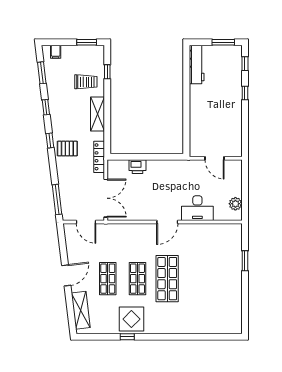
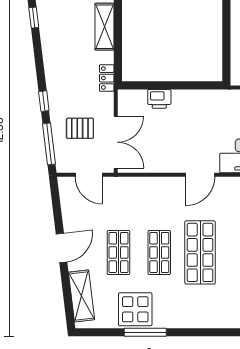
window: (50, 141) -> (44, 101), moved
pallet: (67, 149) -> (80, 128), moved
locker: (99, 157) -> (107, 78), width x0.66
display table: (131, 319) -> (135, 309), moved
window: (127, 337) -> (145, 332), width x2.17

